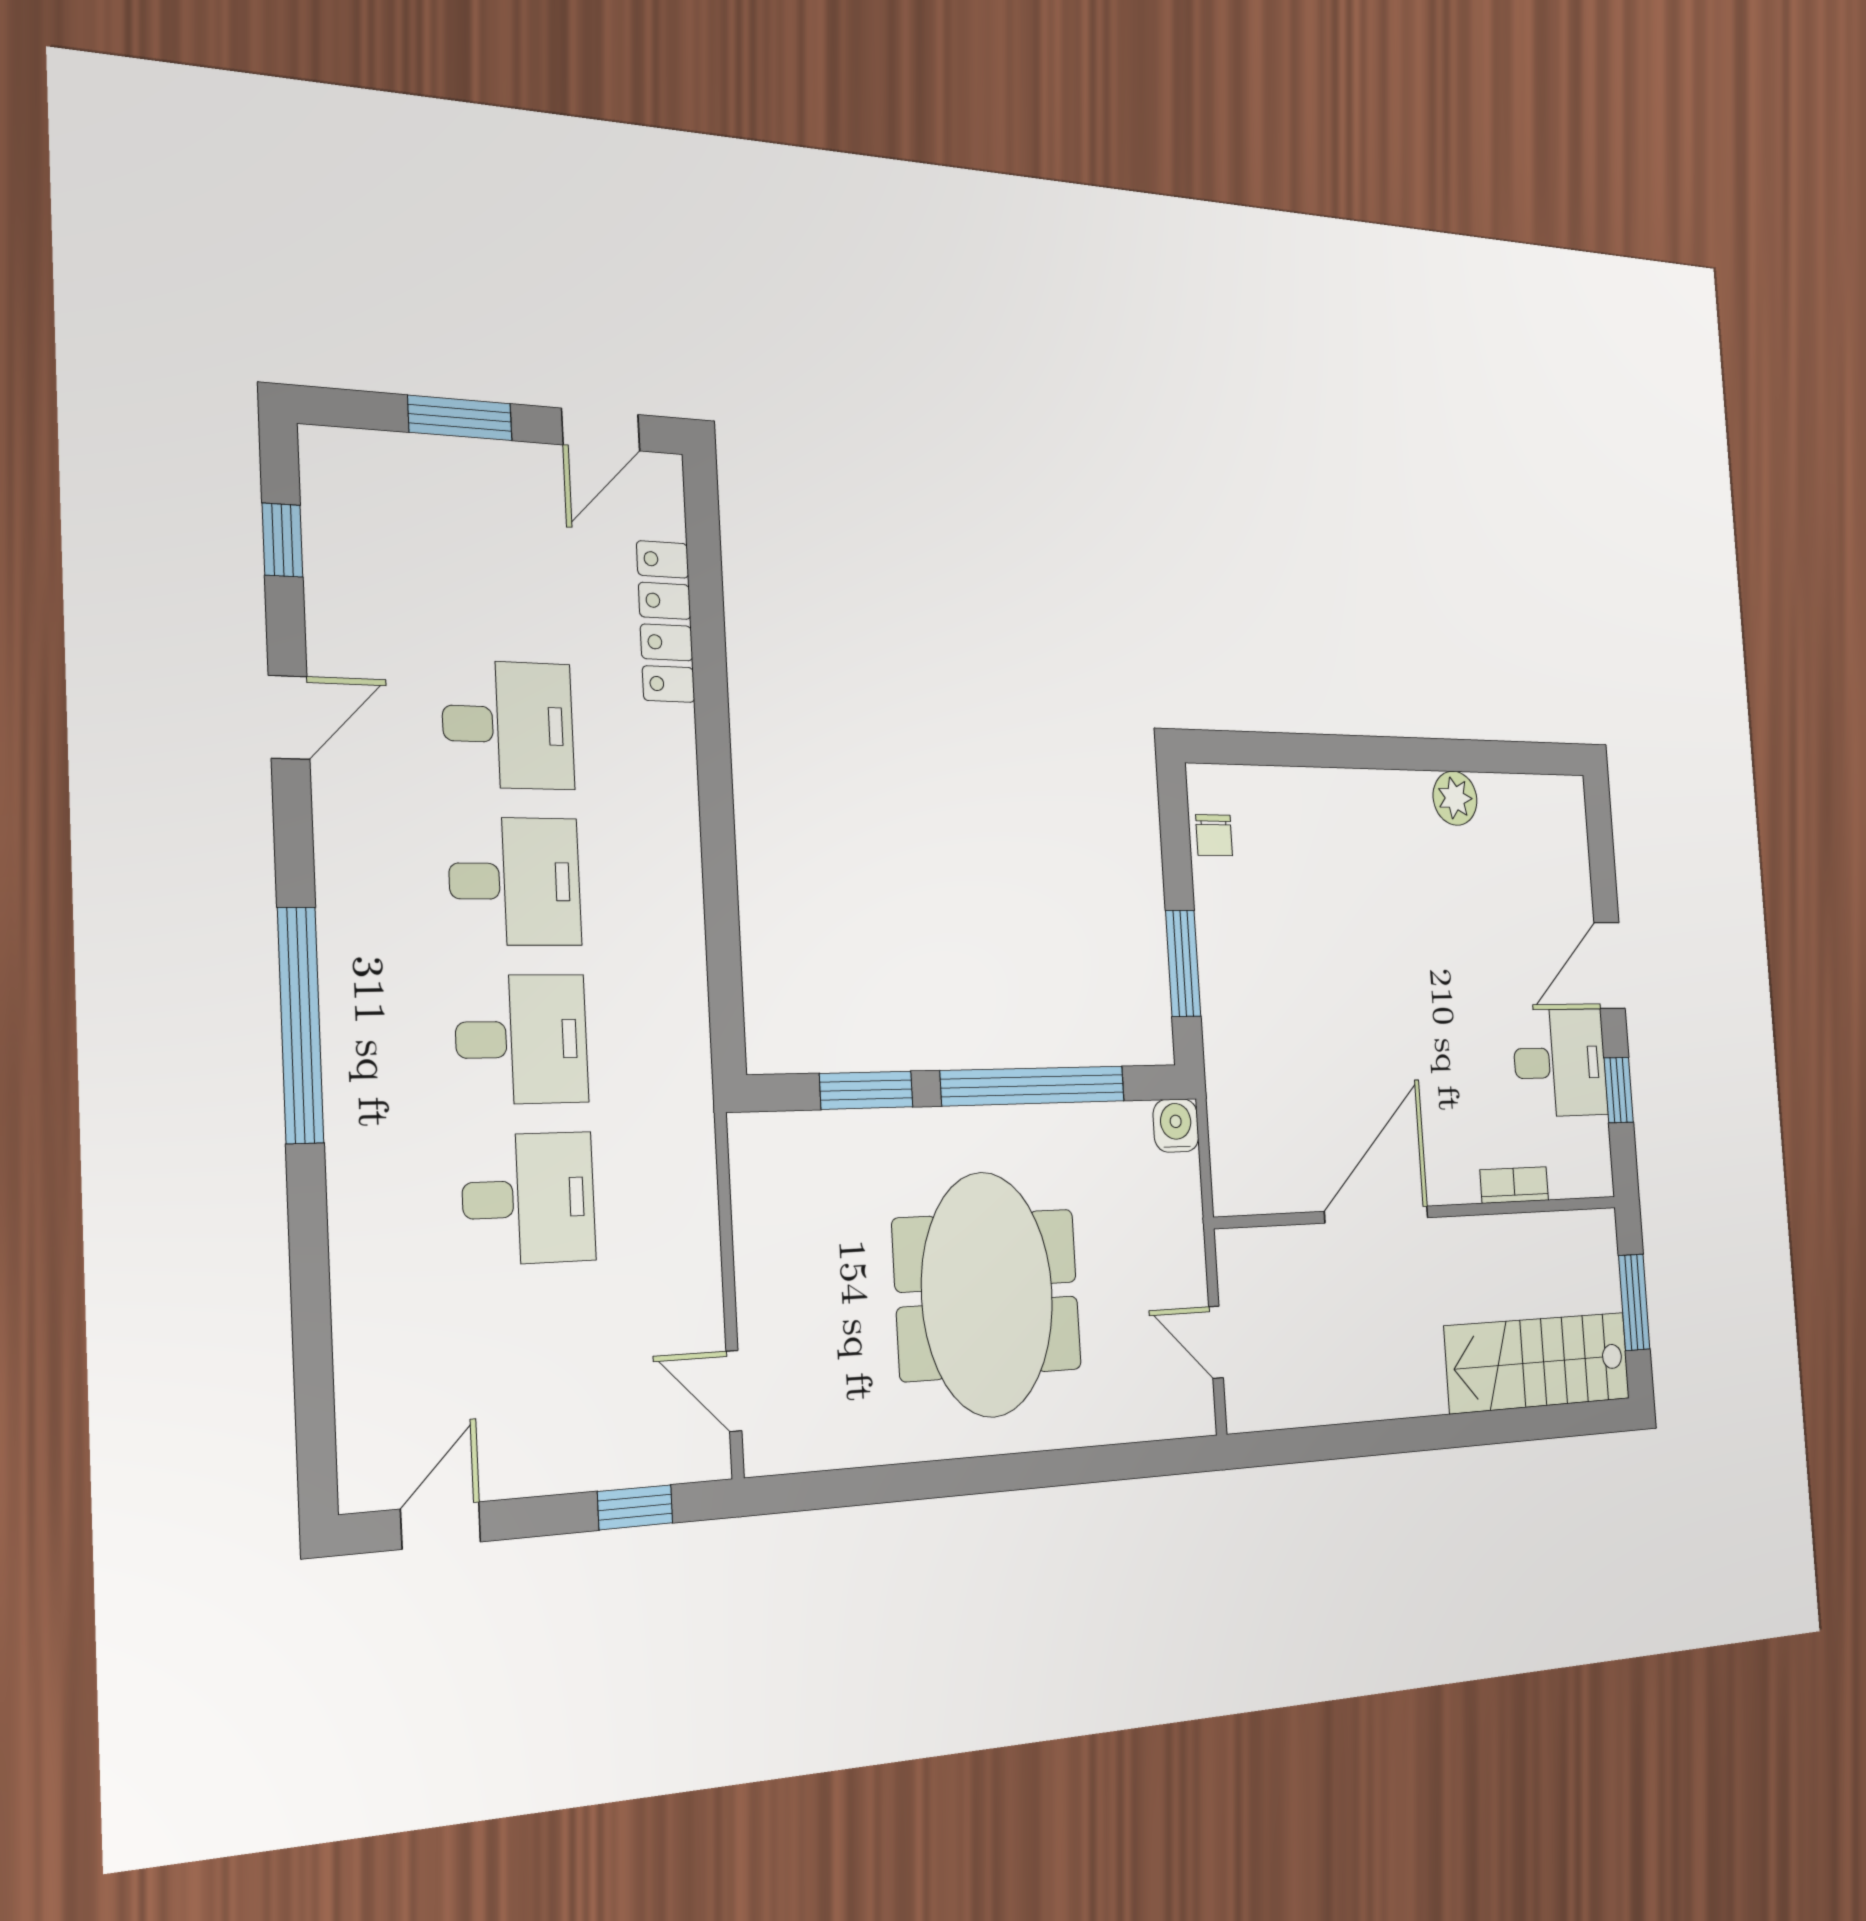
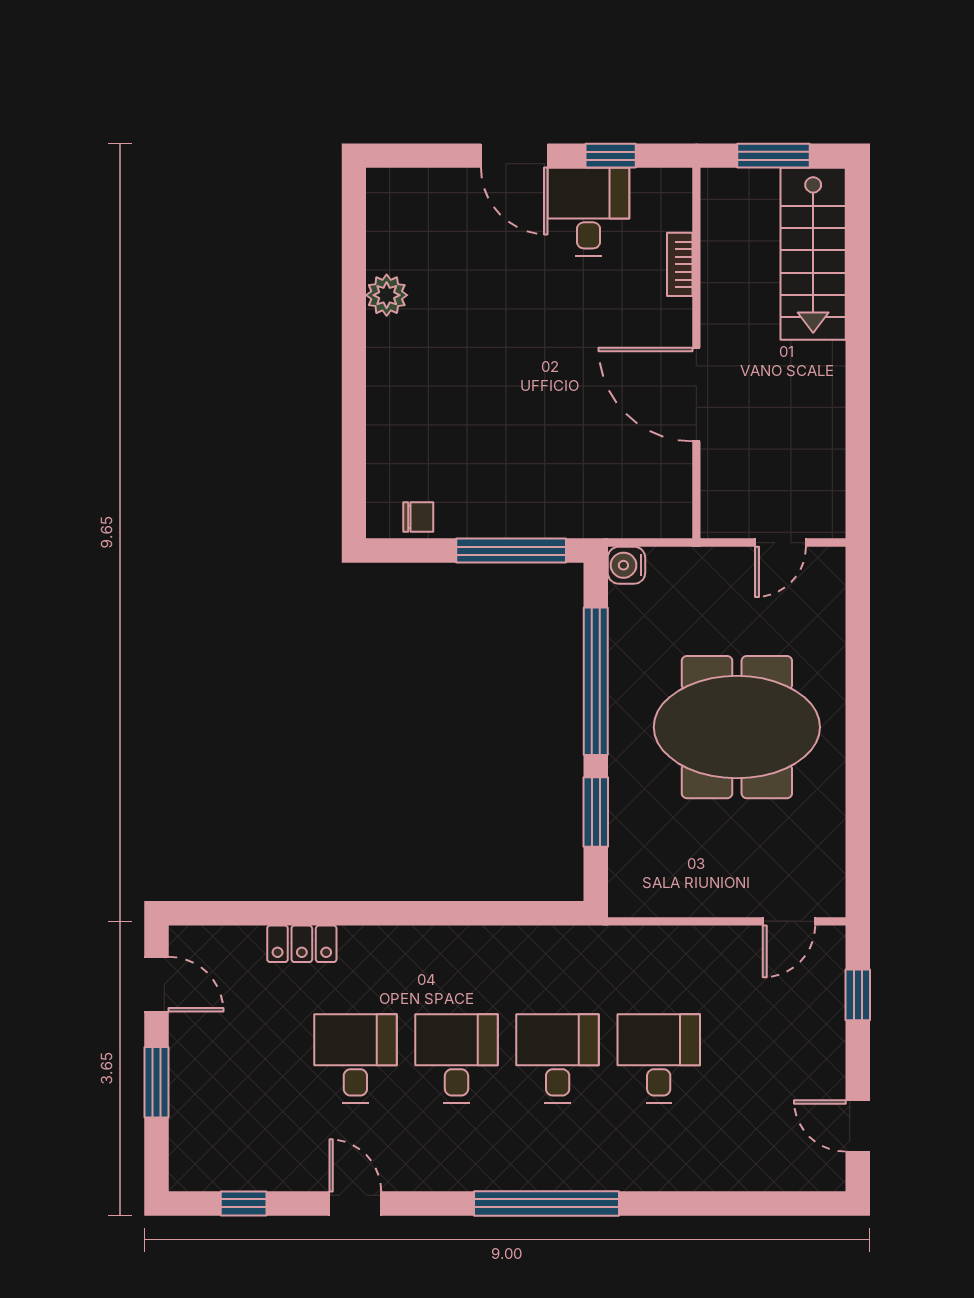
locker: (666, 622) -> (302, 944), width x0.66
window: (1183, 963) -> (511, 551), width x1.44

